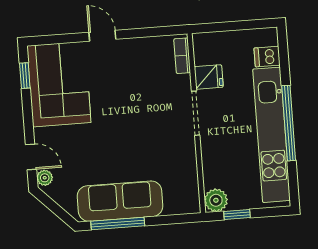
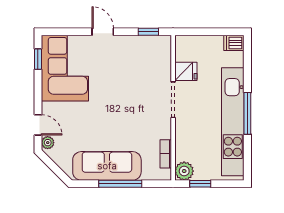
window: (159, 32) -> (148, 32), added
bookcase: (182, 56) -> (166, 154), moved
dishwasher: (267, 57) -> (234, 43), moved
window: (289, 123) -> (247, 113), width x0.68
window: (118, 223) -> (120, 184), moved

